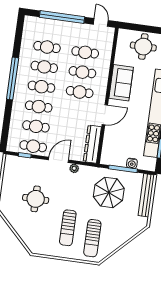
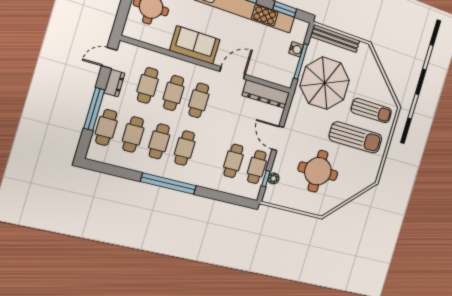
window: (62, 17) -> (94, 109), width x0.68
dresser: (83, 29) -> (115, 83), added
cafe table: (39, 107) -> (106, 127), moved
door: (105, 115) -> (232, 73), hinge flipped
plant: (74, 168) -> (274, 178), moved
parasol: (109, 192) -> (325, 83), width x1.36, depth x1.36
round table: (36, 199) -> (318, 171), width x1.36, depth x1.36
sun lounger: (68, 228) -> (356, 138), width x1.36, depth x1.34

